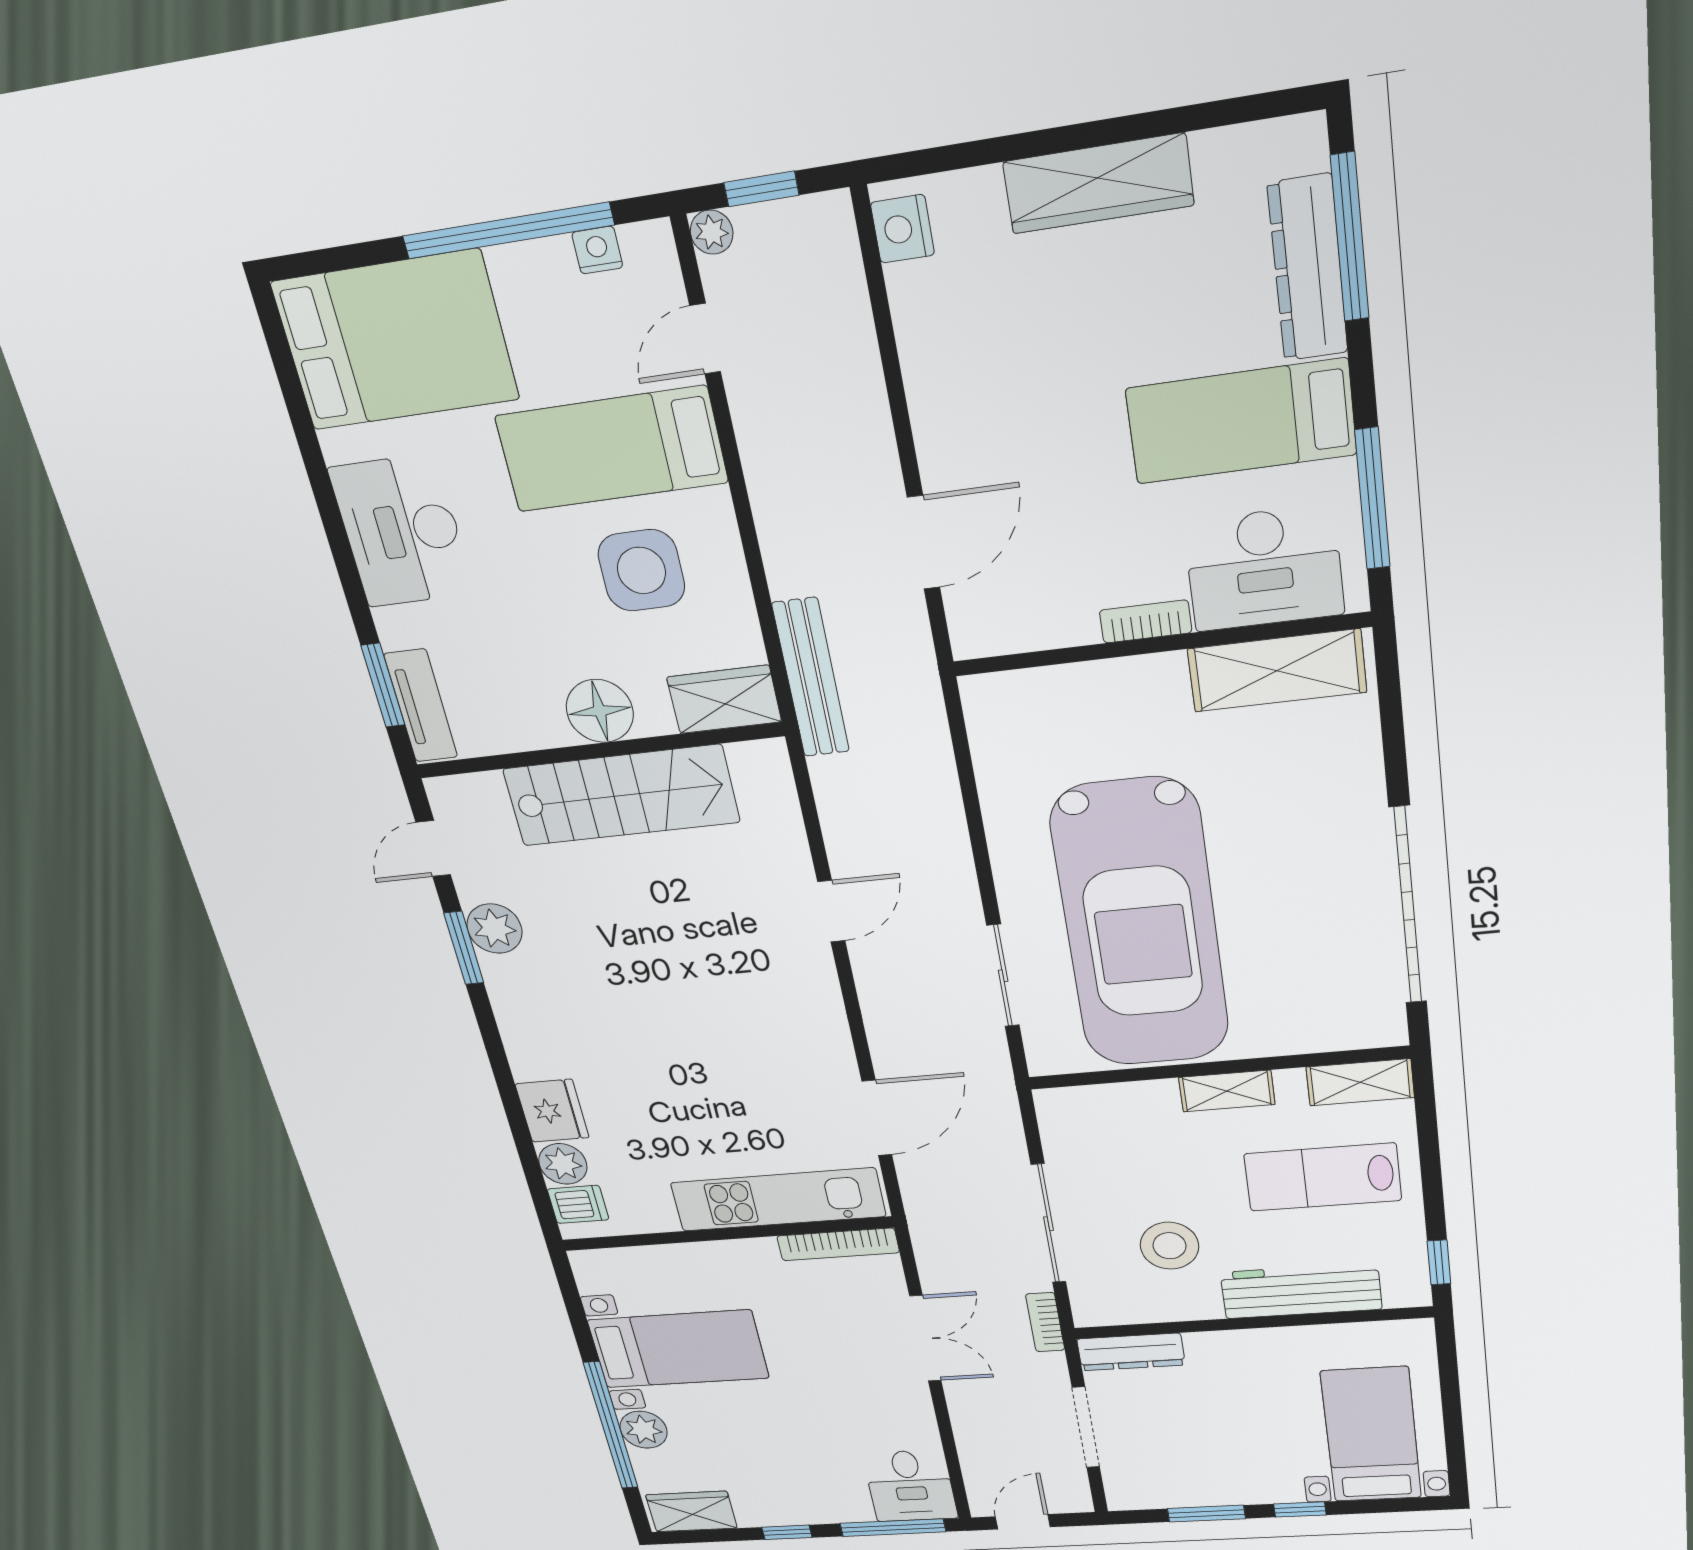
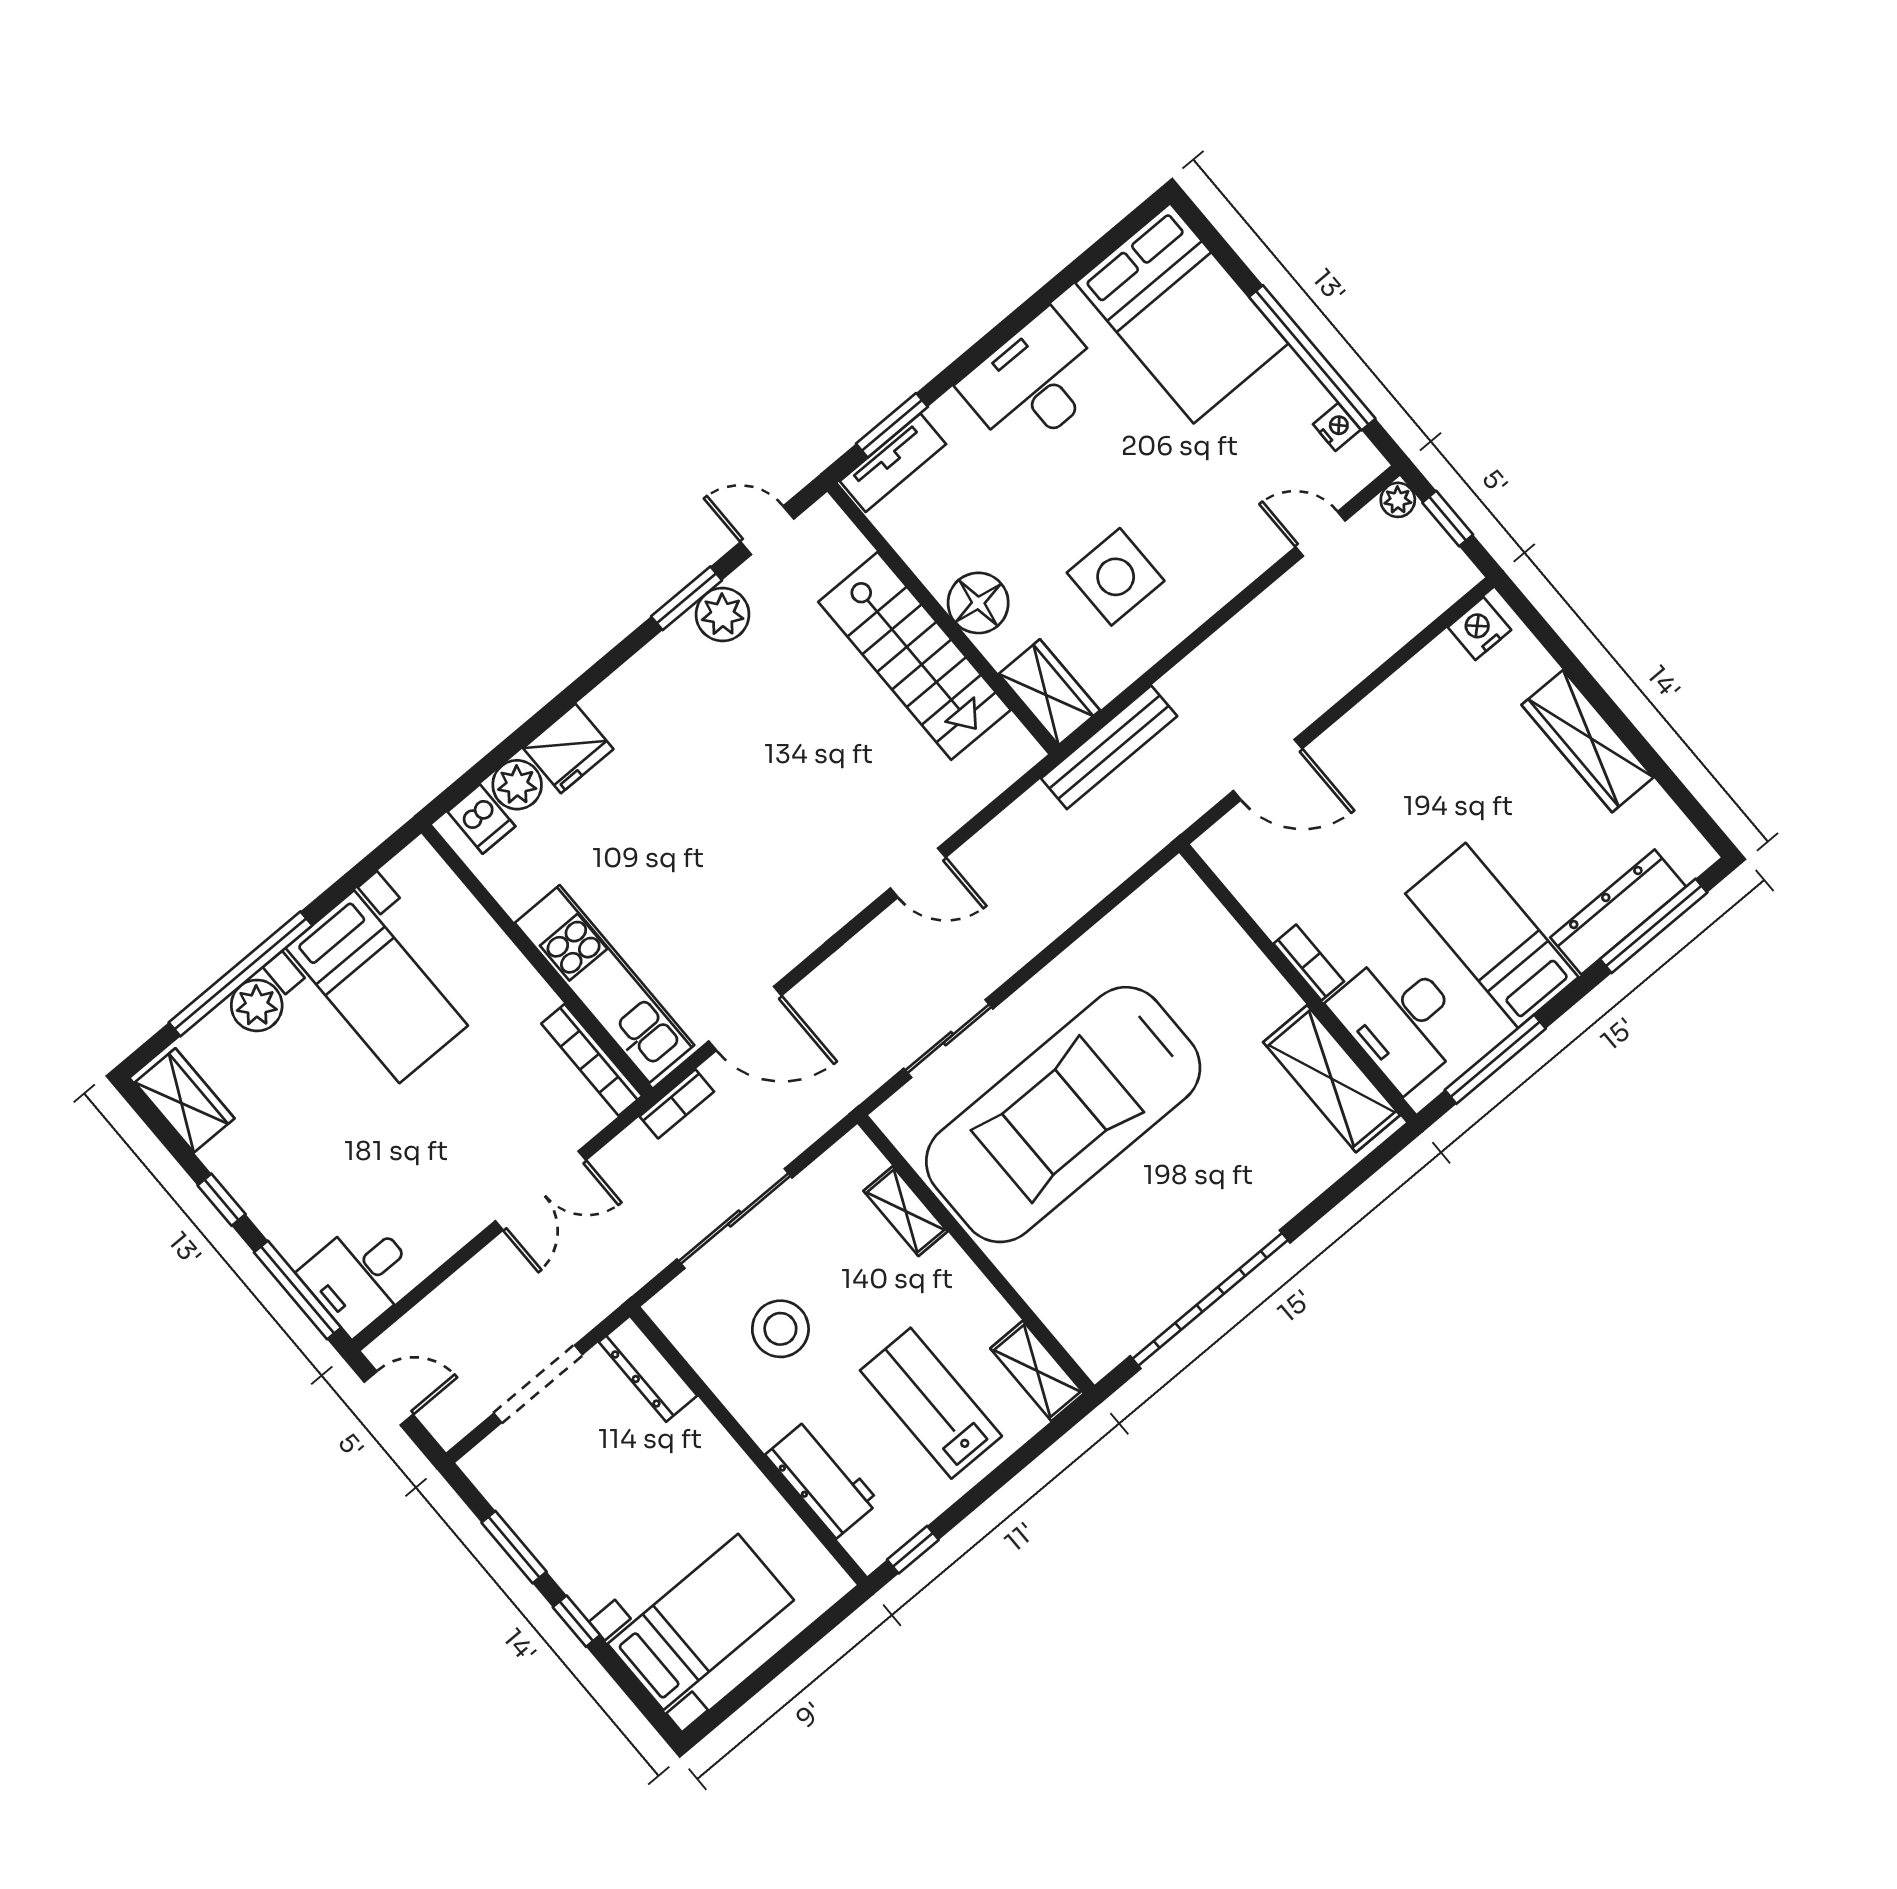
bed: (612, 449) -> (1197, 508), removed
shelving: (1227, 1091) -> (906, 1211), moved
workbench: (1301, 1291) -> (822, 1478), width x0.73
bookcase: (1045, 1322) -> (677, 1104), moved, turned 180

